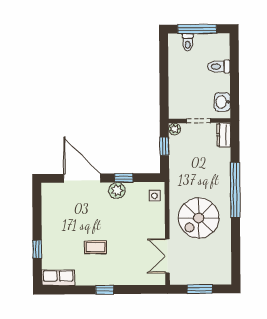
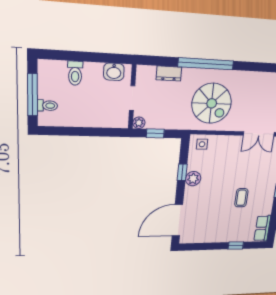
dresser: (224, 135) -> (169, 73), moved
door: (82, 178) -> (177, 220), moved
spiral stairs: (199, 218) -> (212, 103), moved

